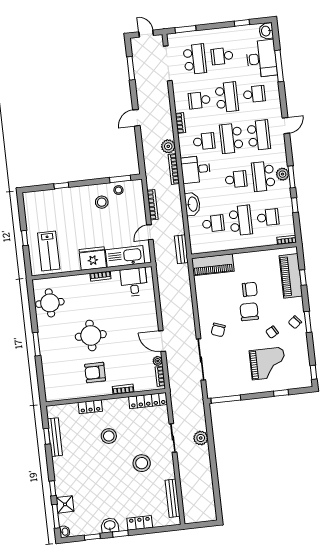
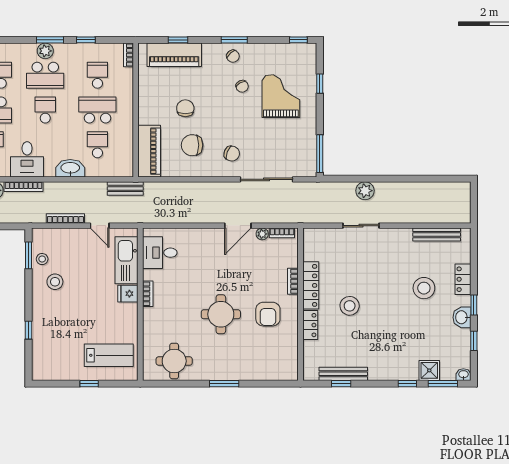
fridge: (93, 259) -> (128, 294), width x0.53, depth x0.75
chair: (249, 312) -> (192, 145), moved
locker: (148, 401) -> (311, 285), moved
stool: (142, 463) -> (424, 288), moved

